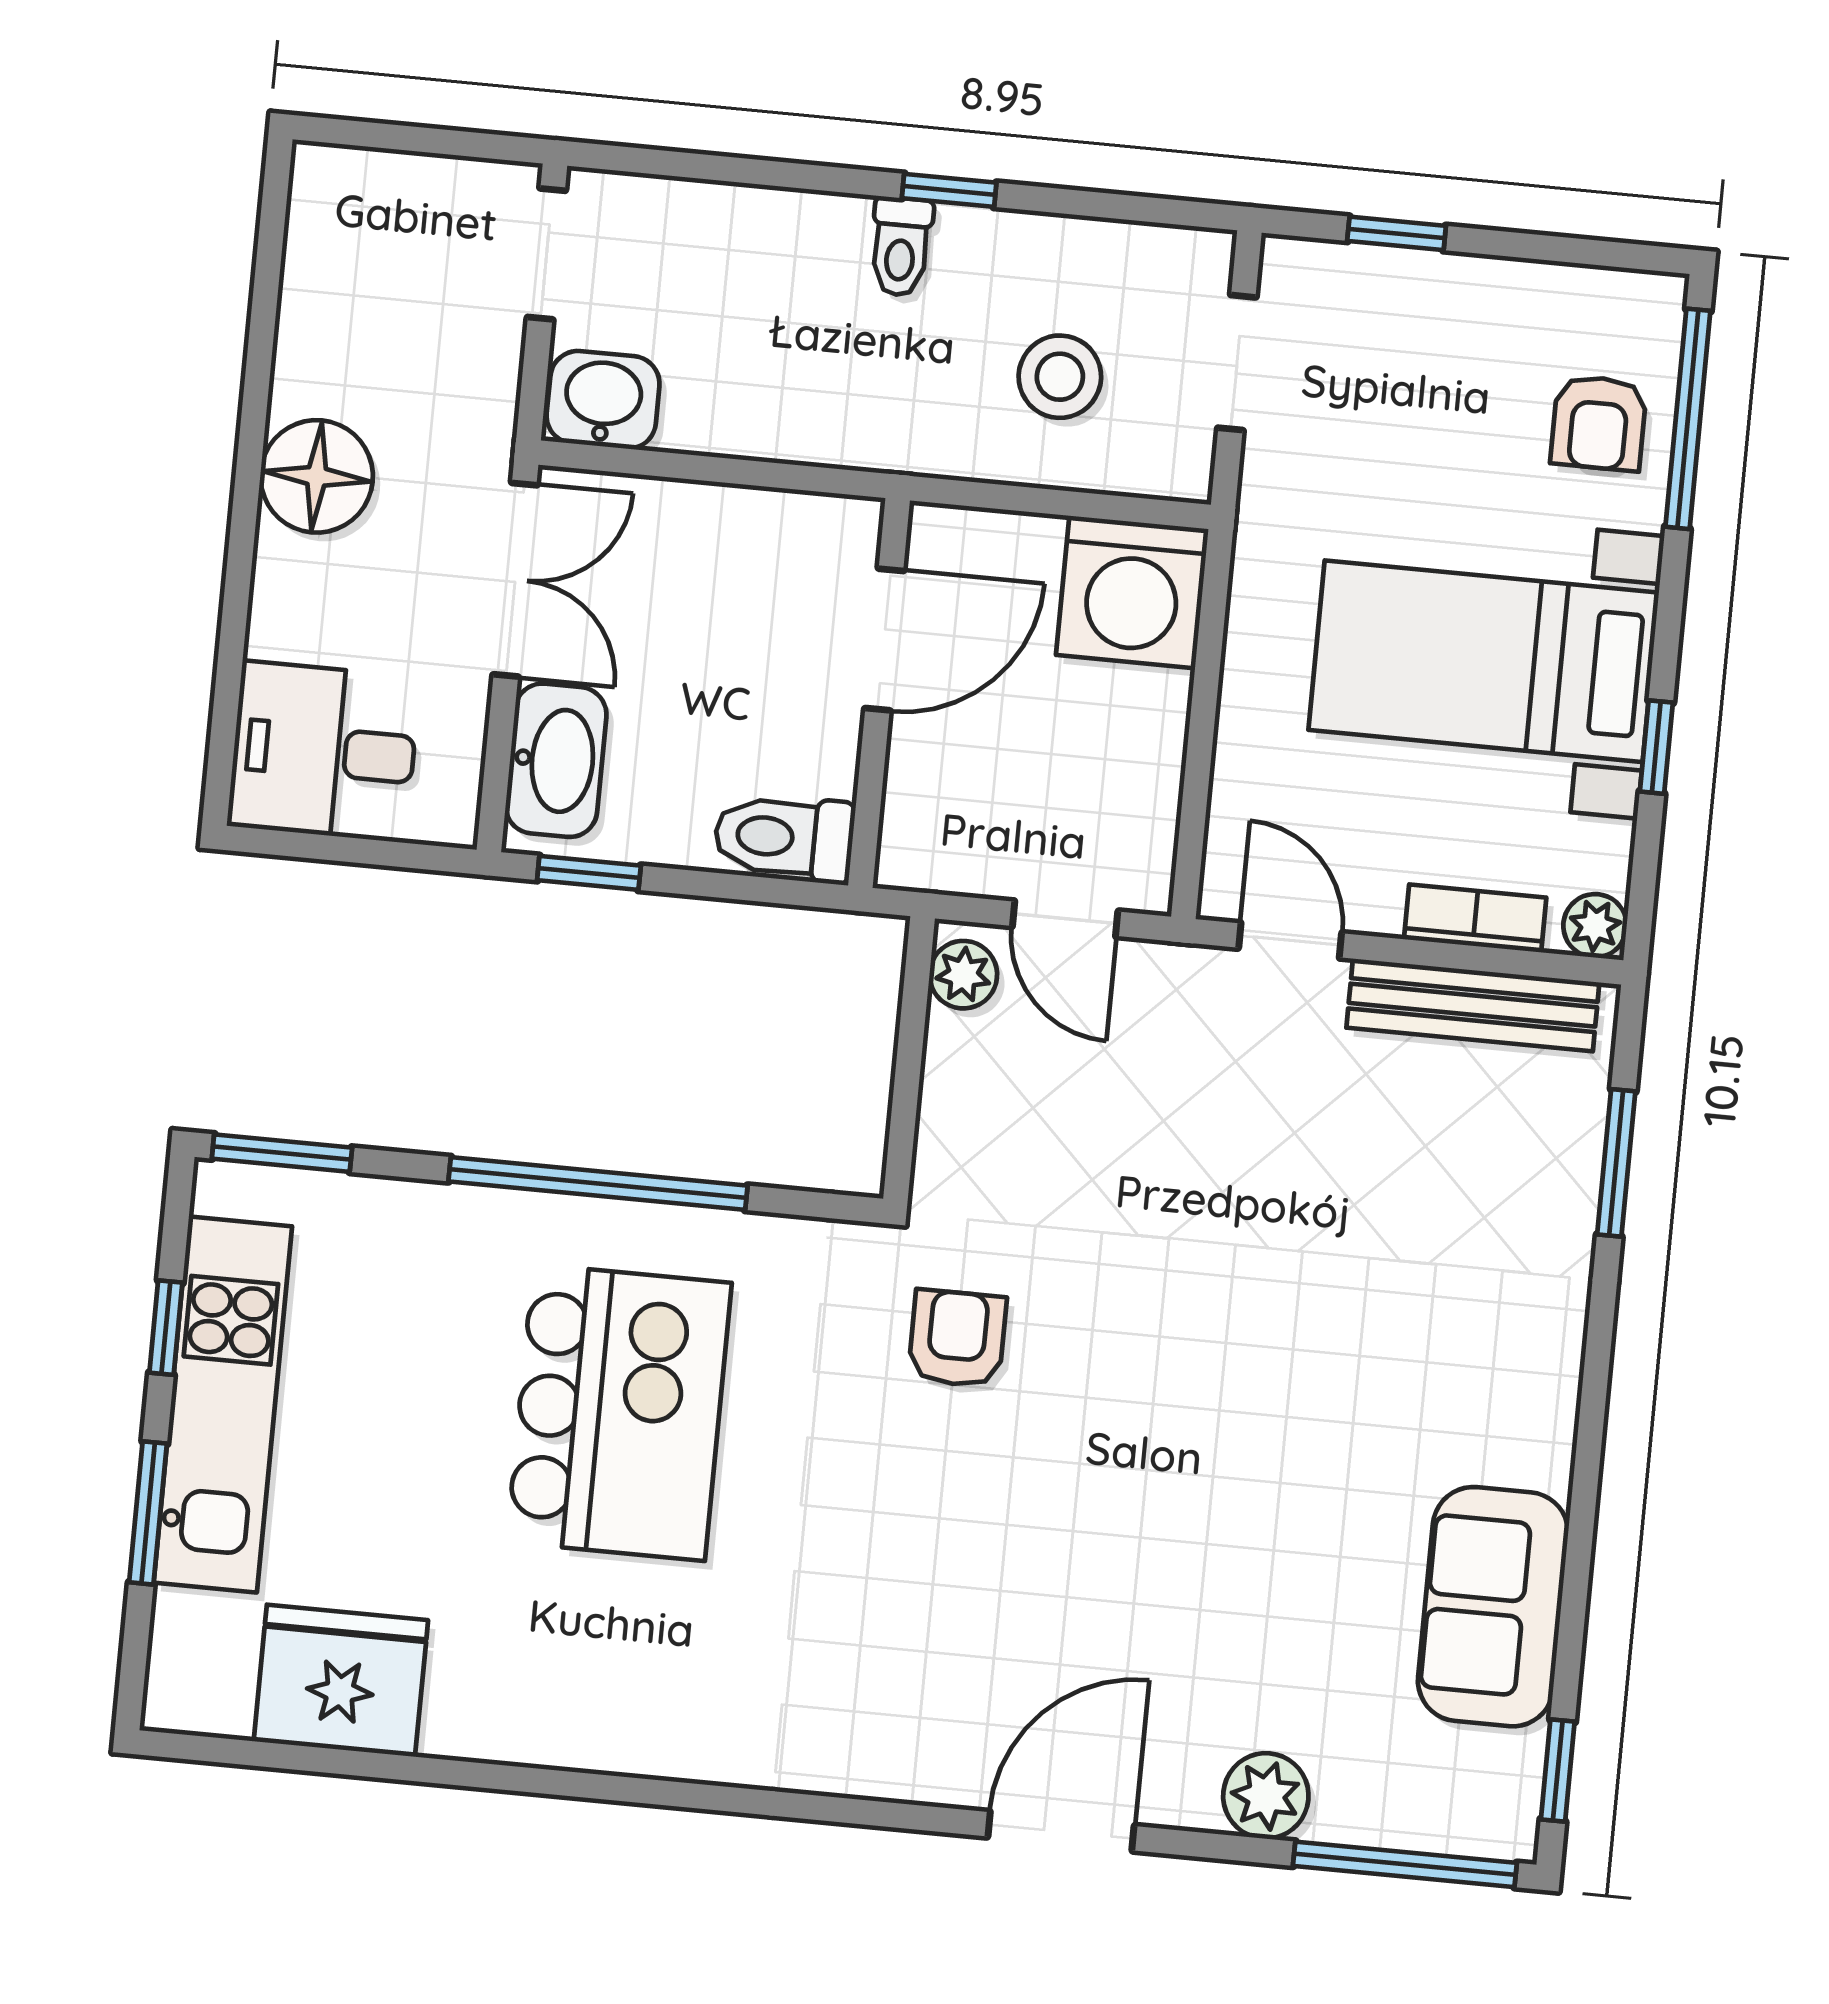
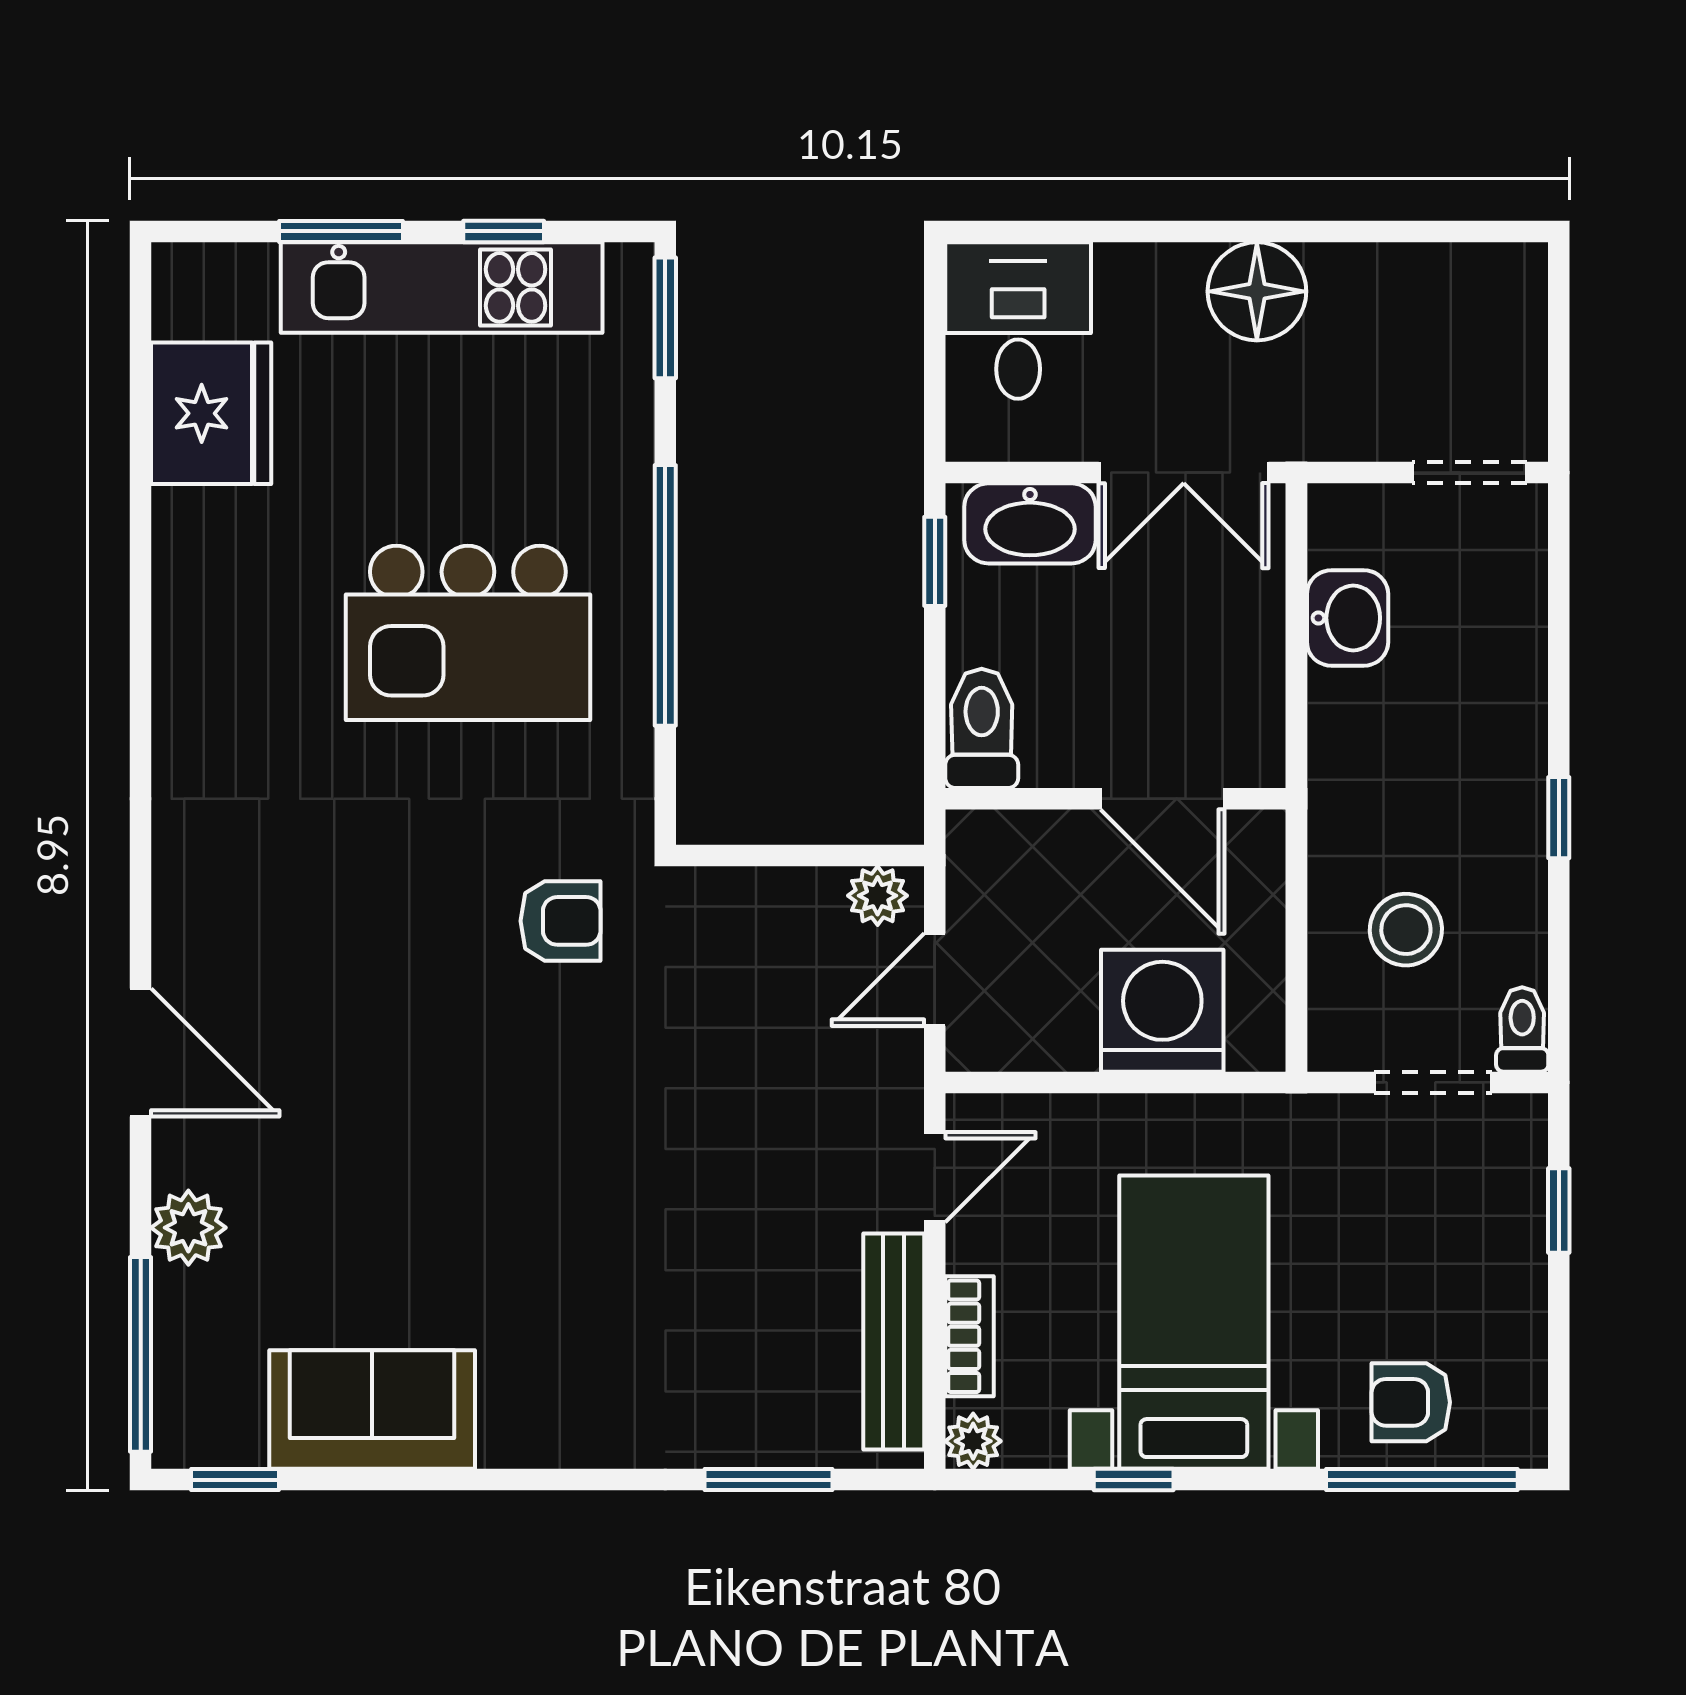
toilet: (901, 247) -> (1522, 1029), moved, turned 90
washbasin: (603, 400) -> (1348, 618), moved
washing machine: (1132, 592) -> (1162, 1011), moved, turned 90

